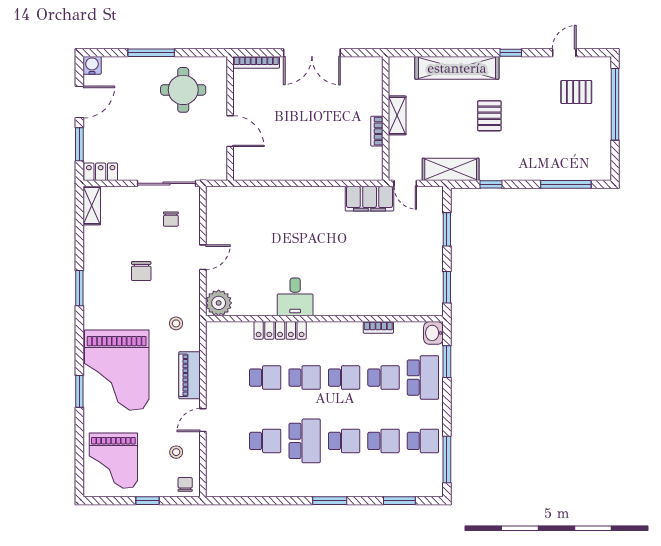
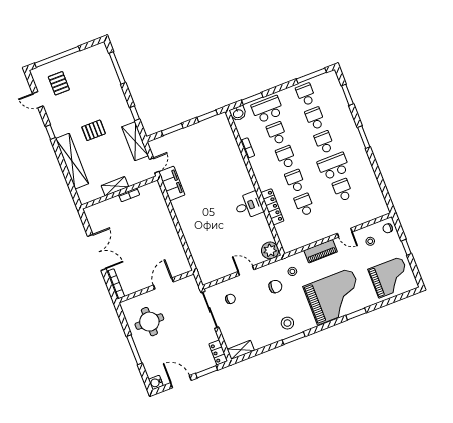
chair: (141, 271) -> (275, 287), moved
stool: (104, 288) -> (287, 323), added

